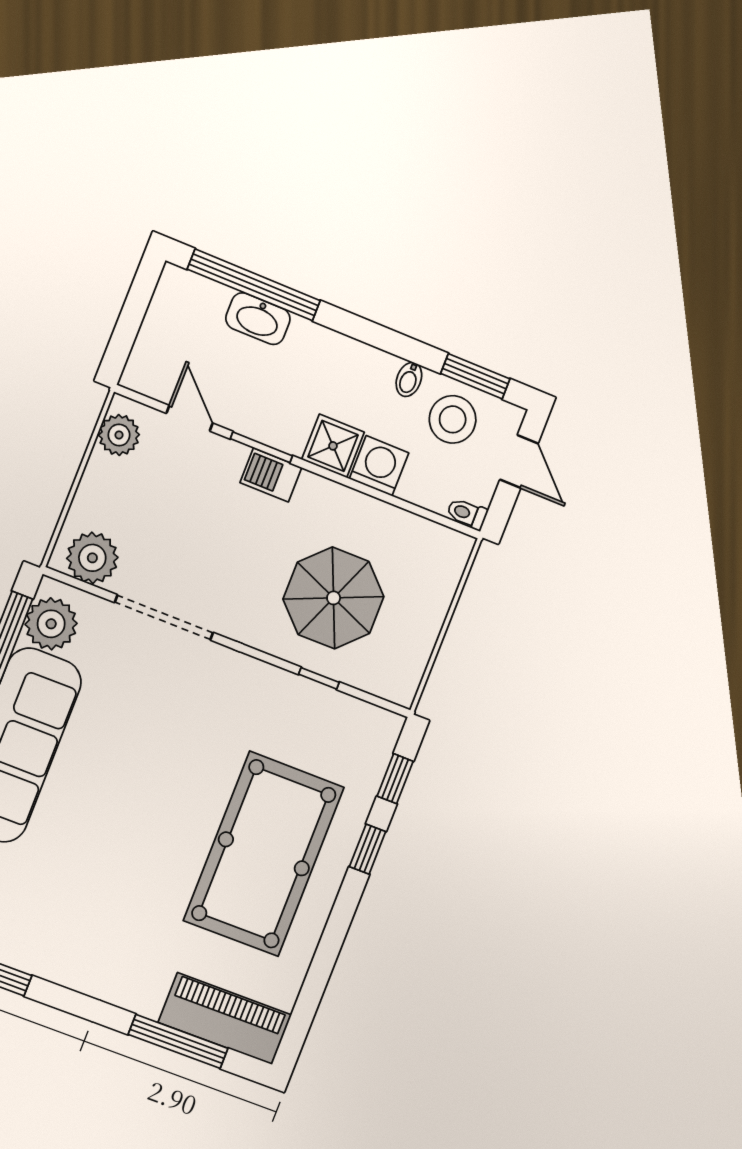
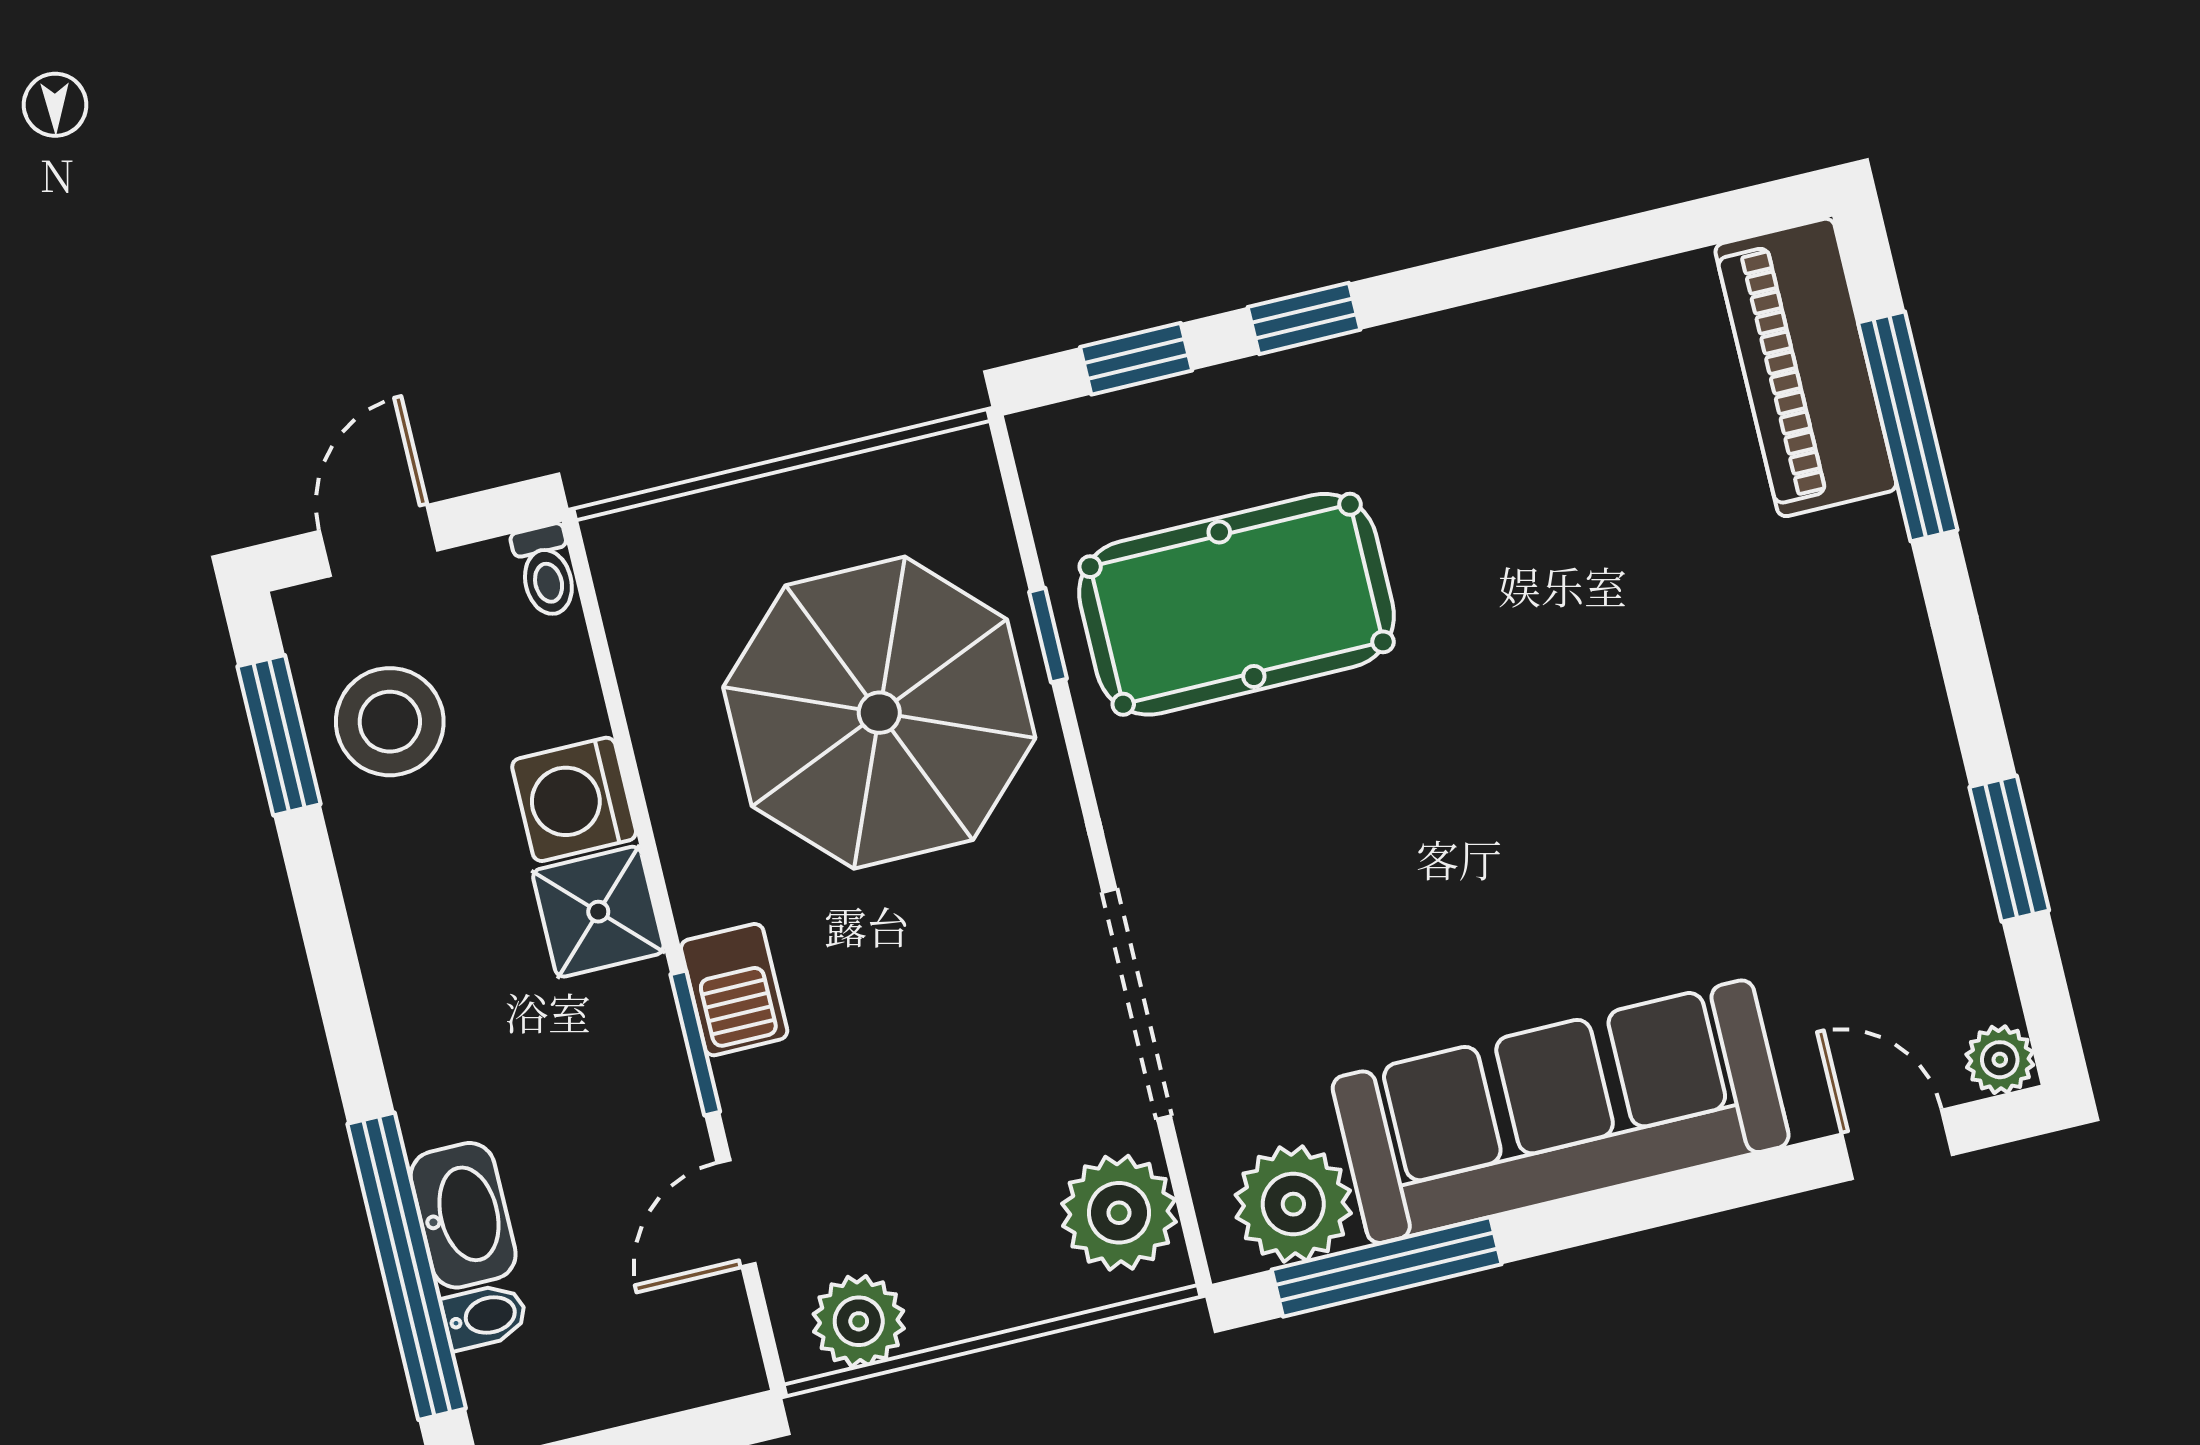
bidet: (409, 379) -> (485, 1316), moved
parasol: (334, 598) -> (879, 713), width x1.36, depth x1.36
pool table: (264, 854) -> (1237, 604), moved, width x0.73, depth x0.76

